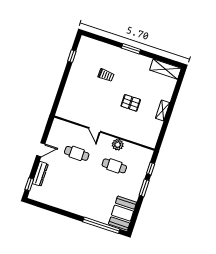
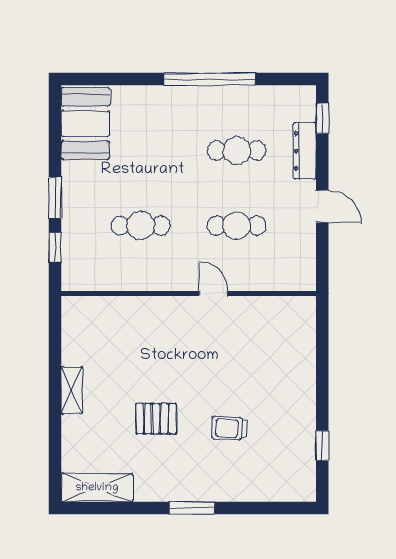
pallet: (131, 103) -> (156, 419), moved
plant: (118, 145) -> (149, 277), removed
door: (41, 150) -> (322, 207), swing flipped
cafe table: (67, 183) -> (237, 151), added
window: (101, 225) -> (210, 79), moved

